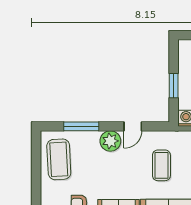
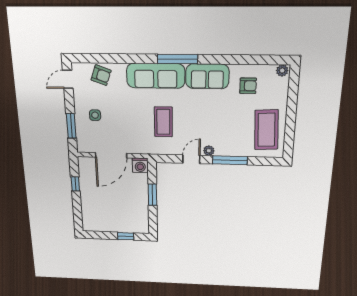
window: (81, 126) -> (230, 160), moved
plant: (110, 141) -> (209, 151), width x0.53, depth x0.53

